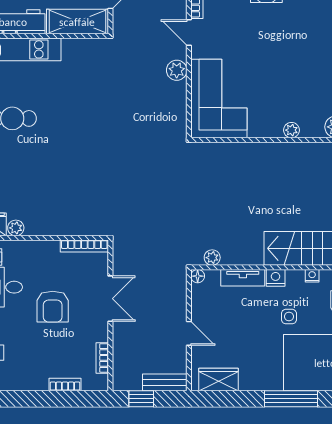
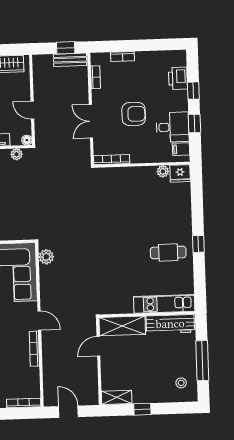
plant: (177, 70) -> (46, 257), moved
armchair: (53, 307) -> (134, 114), turned 90
door: (189, 333) -> (32, 110), moved
bench: (165, 382) -> (70, 60), moved

